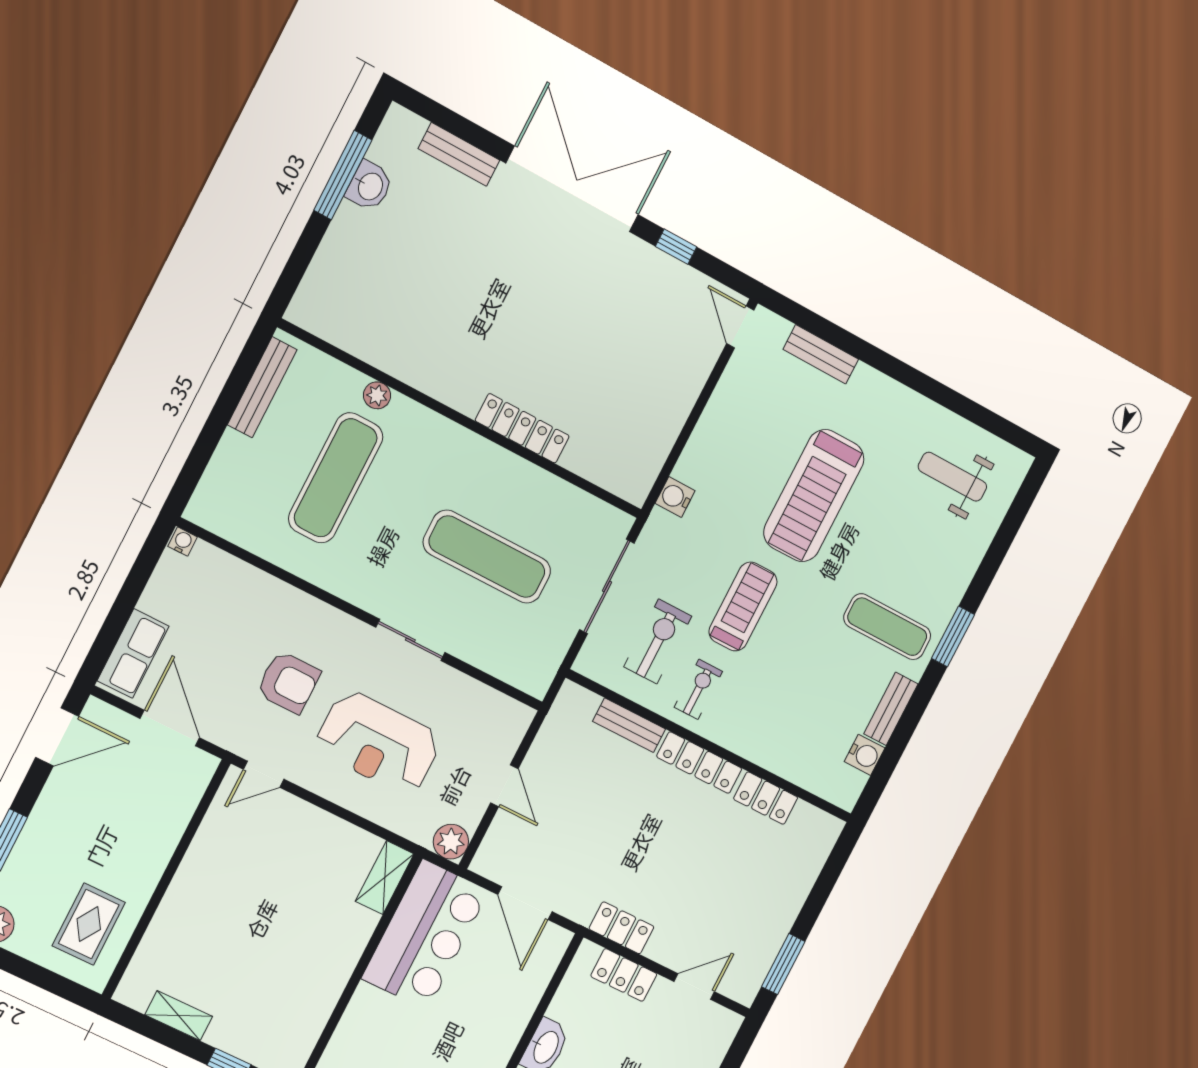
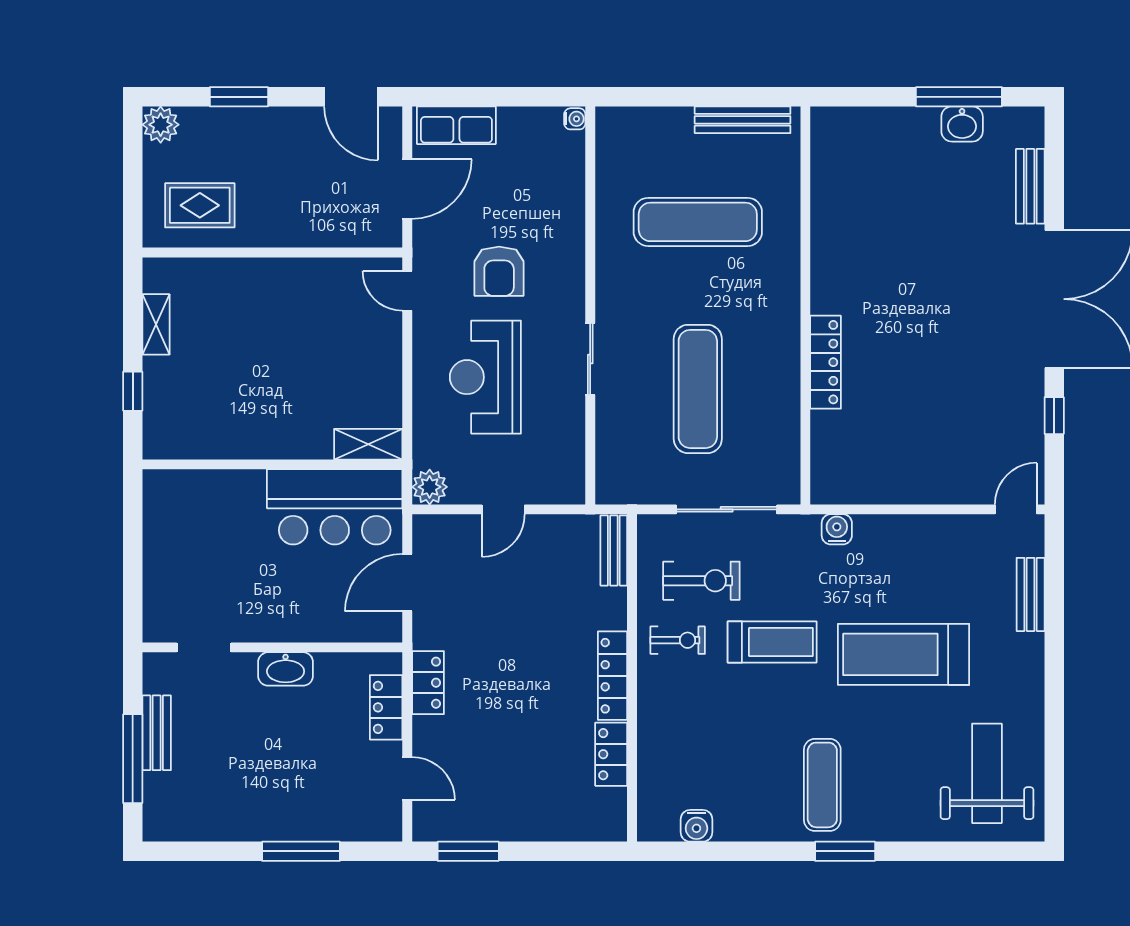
plant: (377, 395) -> (787, 221), removed
weight bench: (952, 477) -> (987, 773), width x1.36, depth x1.33
bench: (891, 709) -> (750, 828), removed
bench: (629, 725) -> (614, 550), moved

